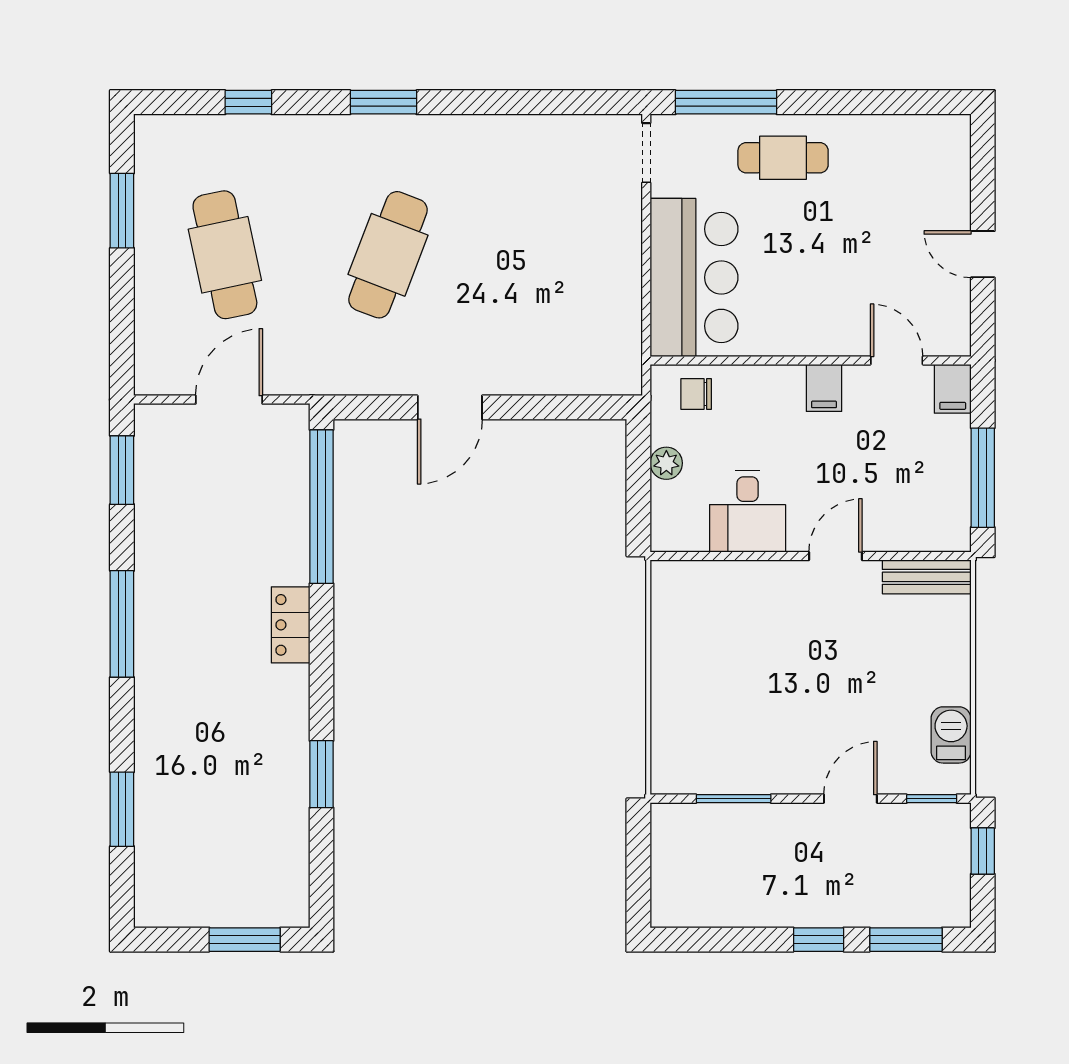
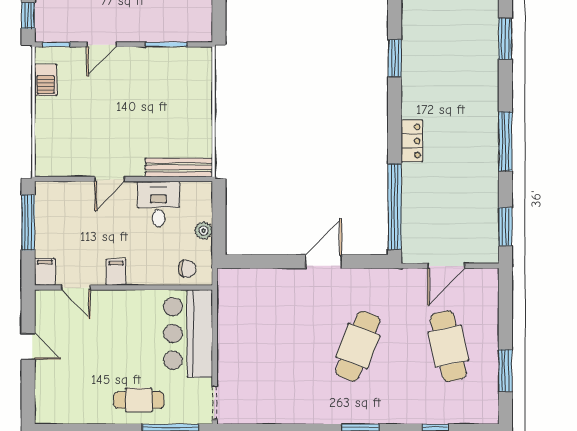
bench: (927, 577) -> (179, 168), moved, width x1.36

